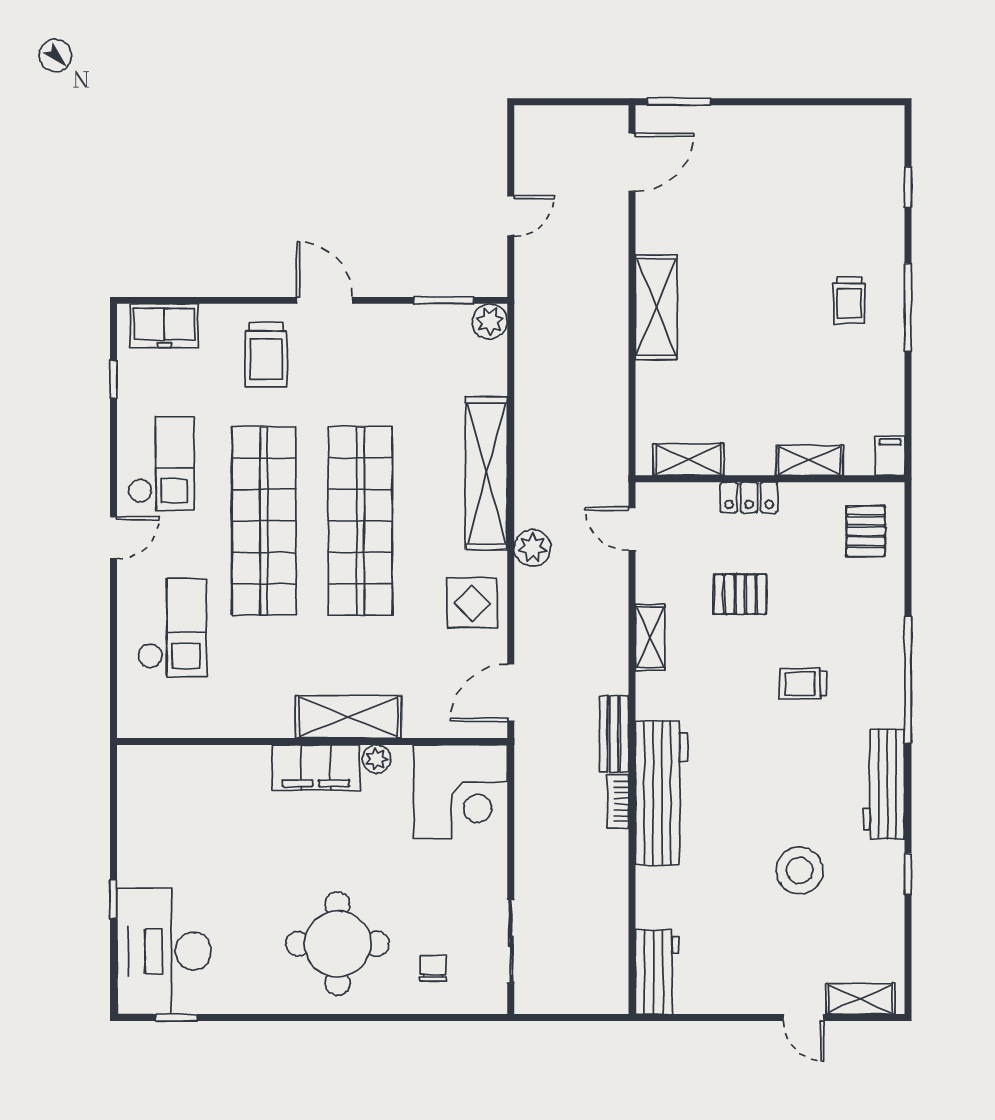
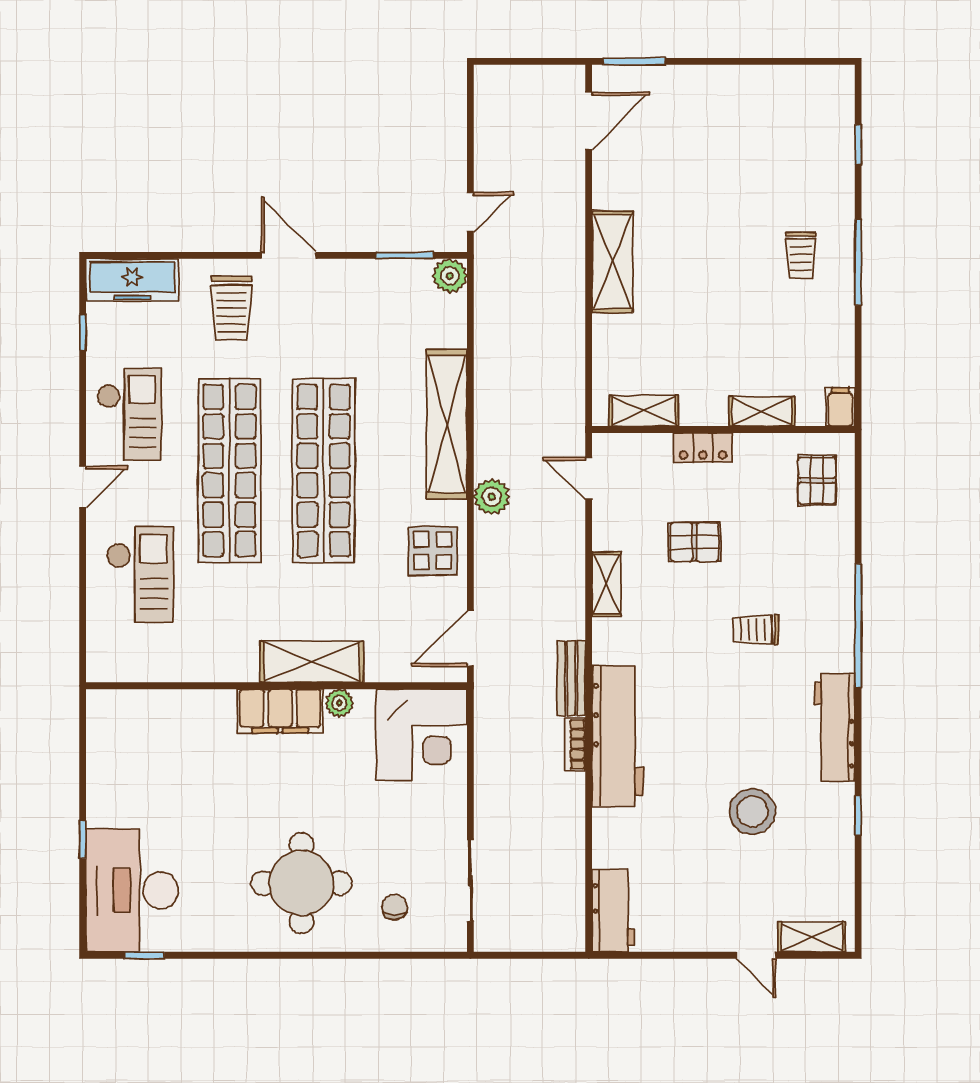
door: (511, 216) -> (470, 212), moved
freezer: (164, 326) -> (132, 280), width x1.40

